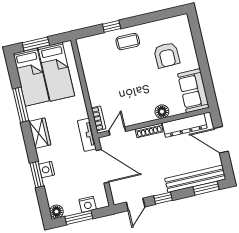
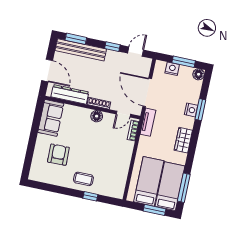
window: (21, 105) -> (184, 188), moved
floor lamp: (162, 112) -> (97, 116), moved

